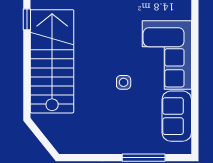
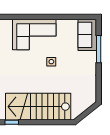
sofa: (177, 116) -> (87, 35), moved, turned 90

